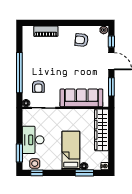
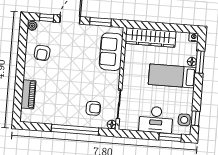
sofa: (81, 98) -> (111, 52), width x0.73

